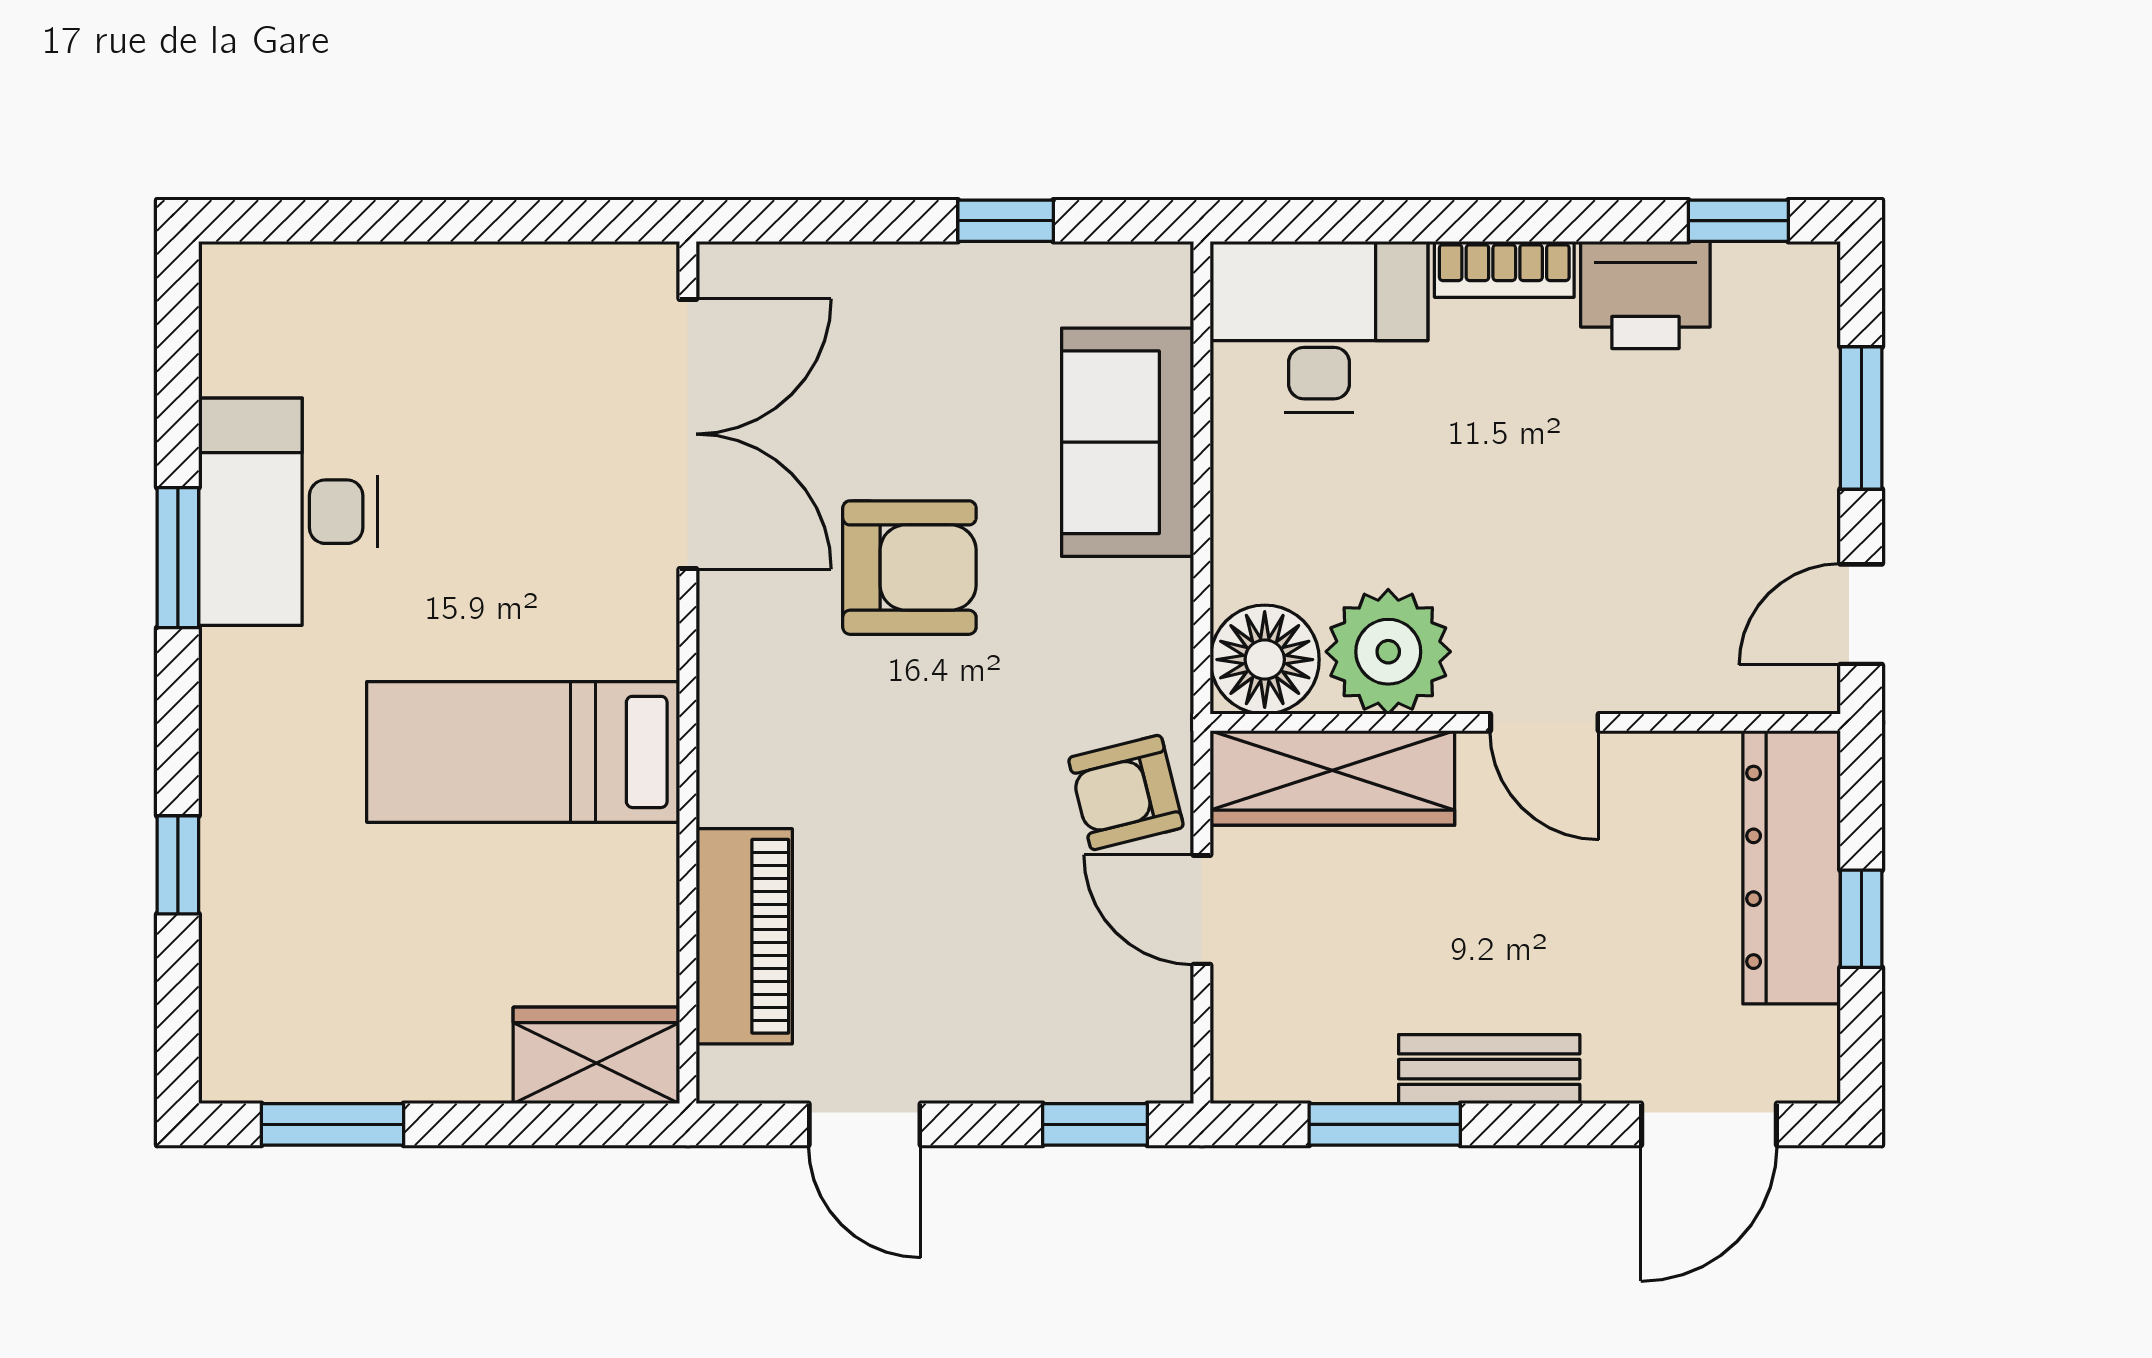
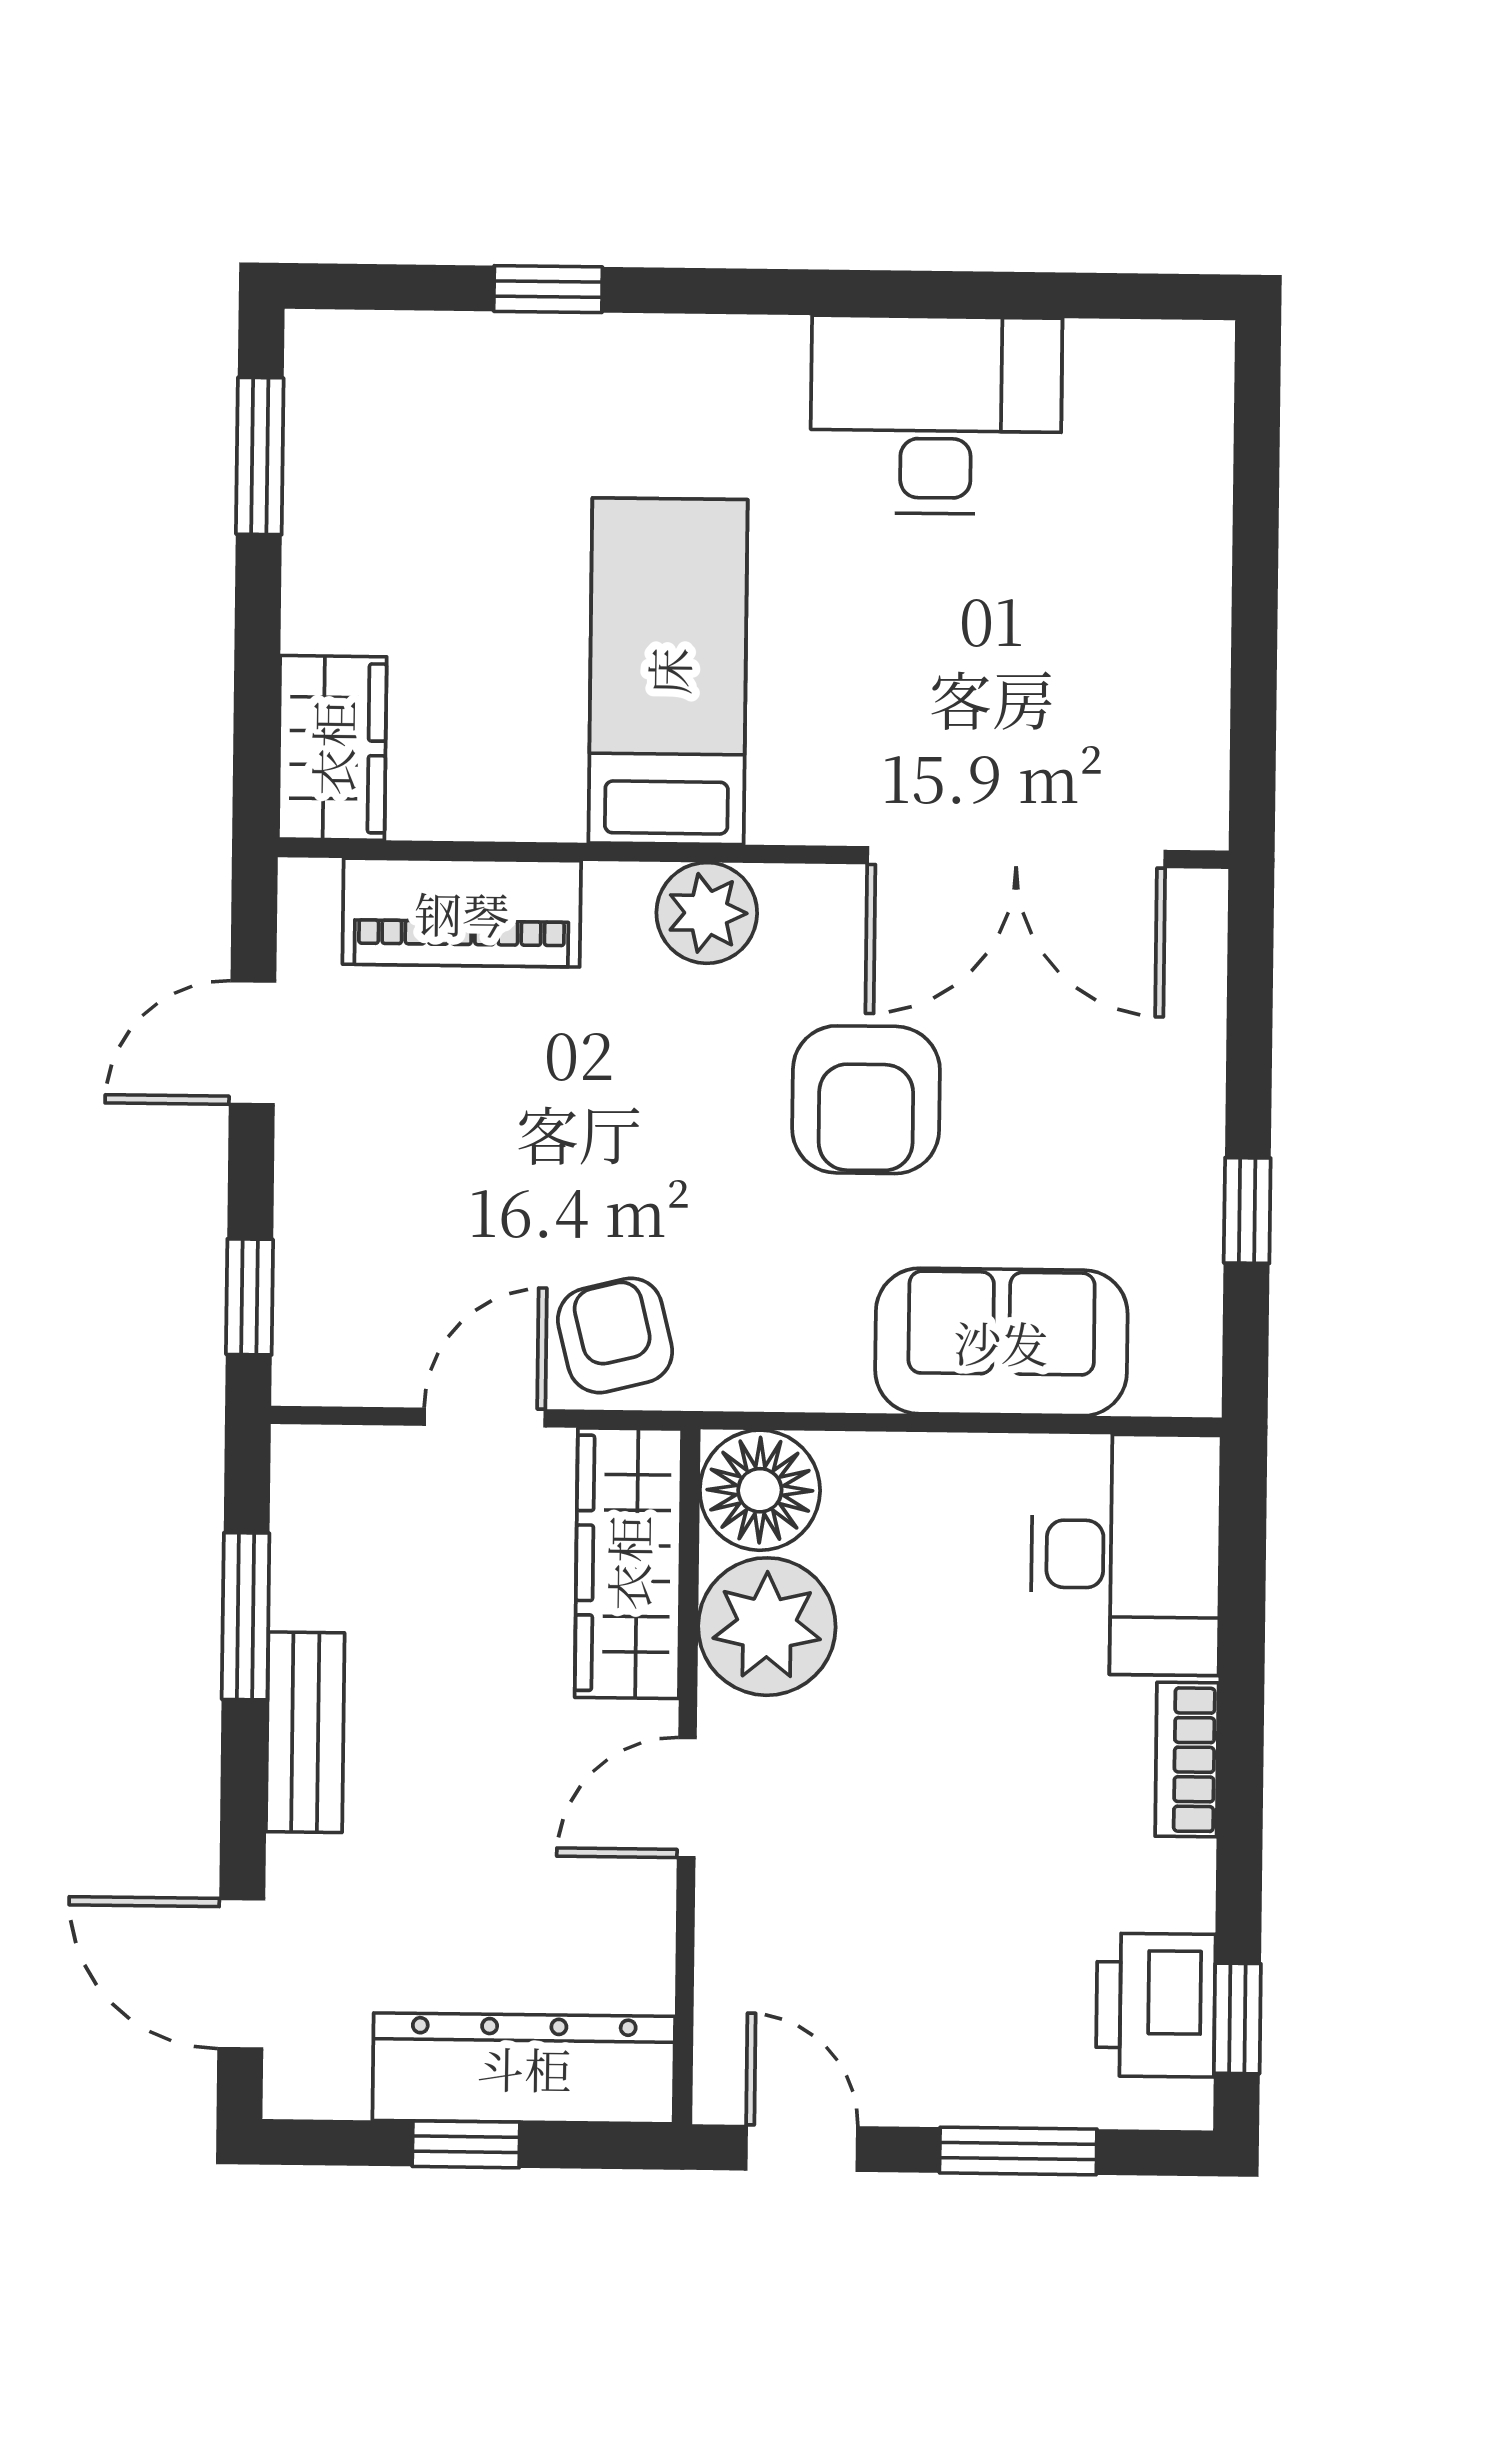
printer: (1645, 295) -> (1156, 2005), moved
window: (178, 558) -> (887, 293), removed
plant: (742, 714) -> (707, 913), added

